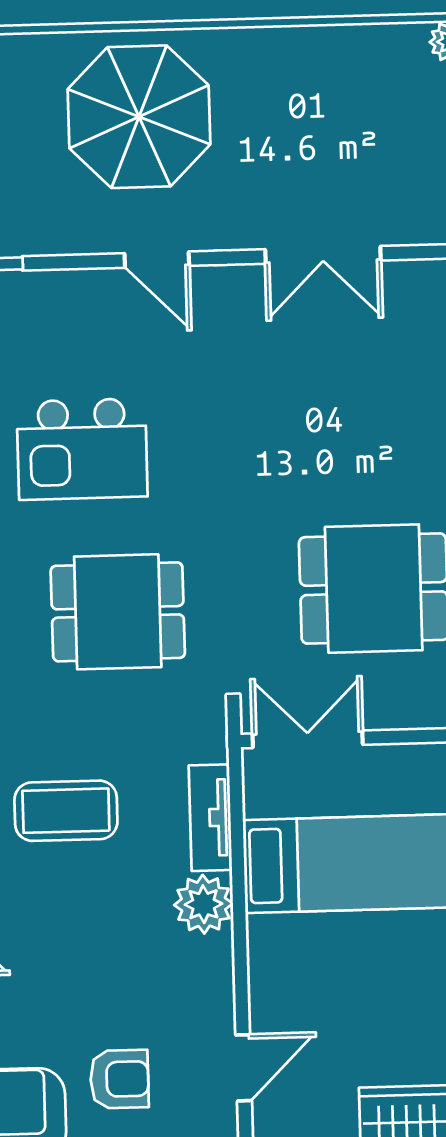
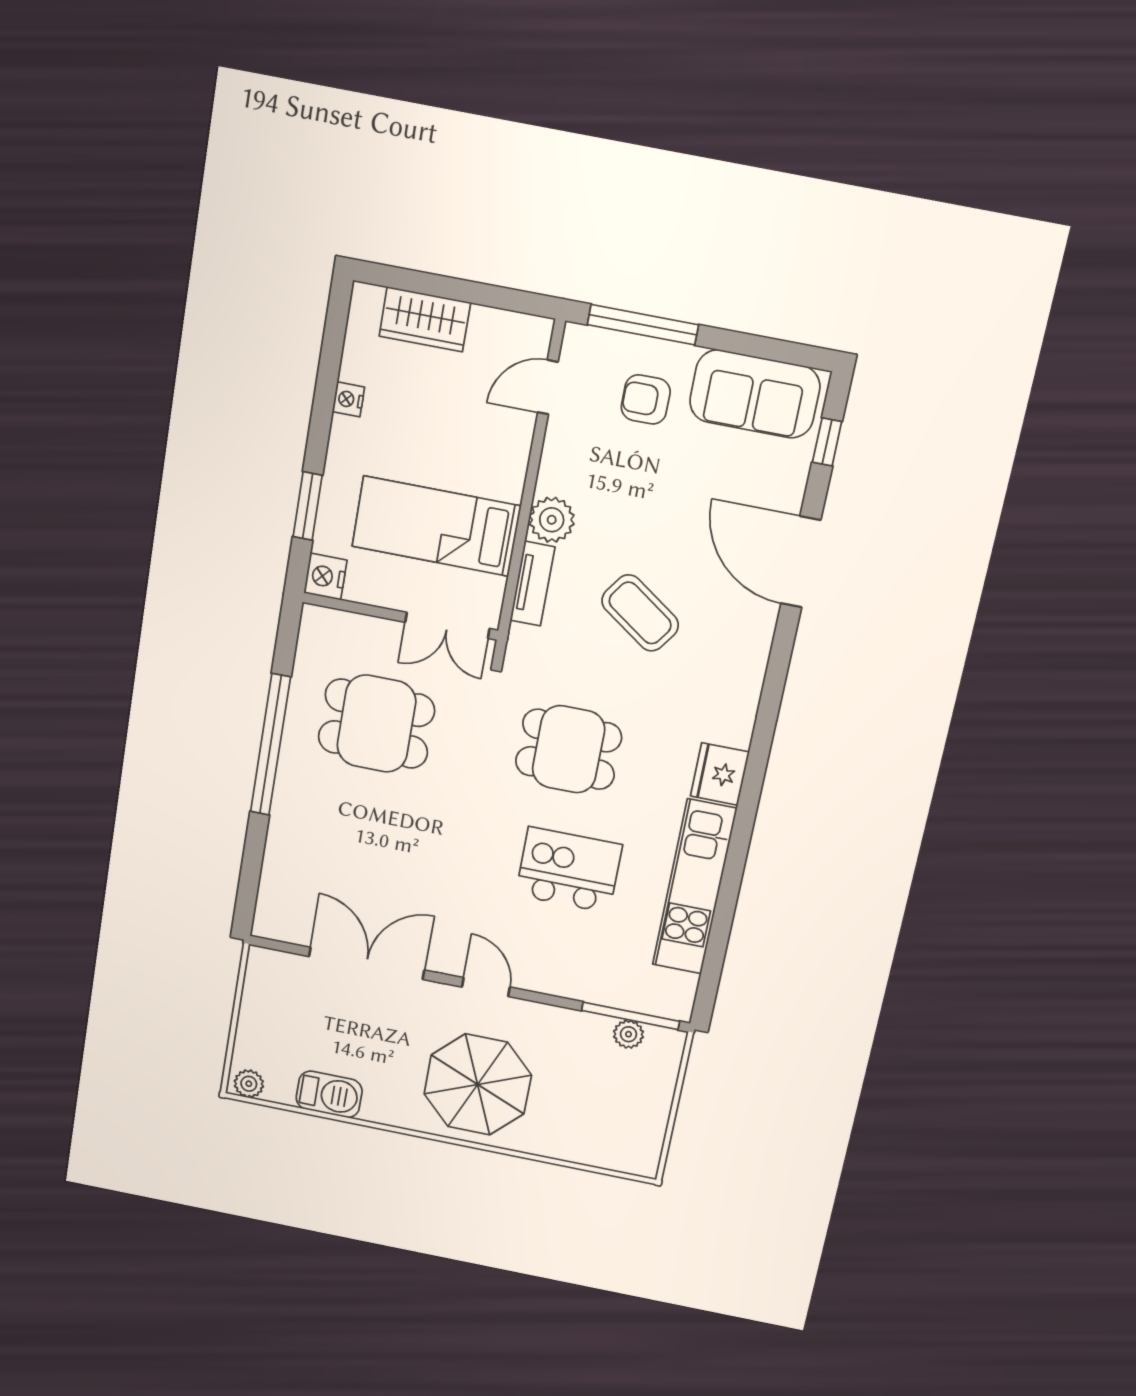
barbecue: (338, 53) -> (329, 1094), added
double door: (323, 255) -> (367, 963), width x1.37
coffee table: (66, 811) -> (640, 613), turned 35

